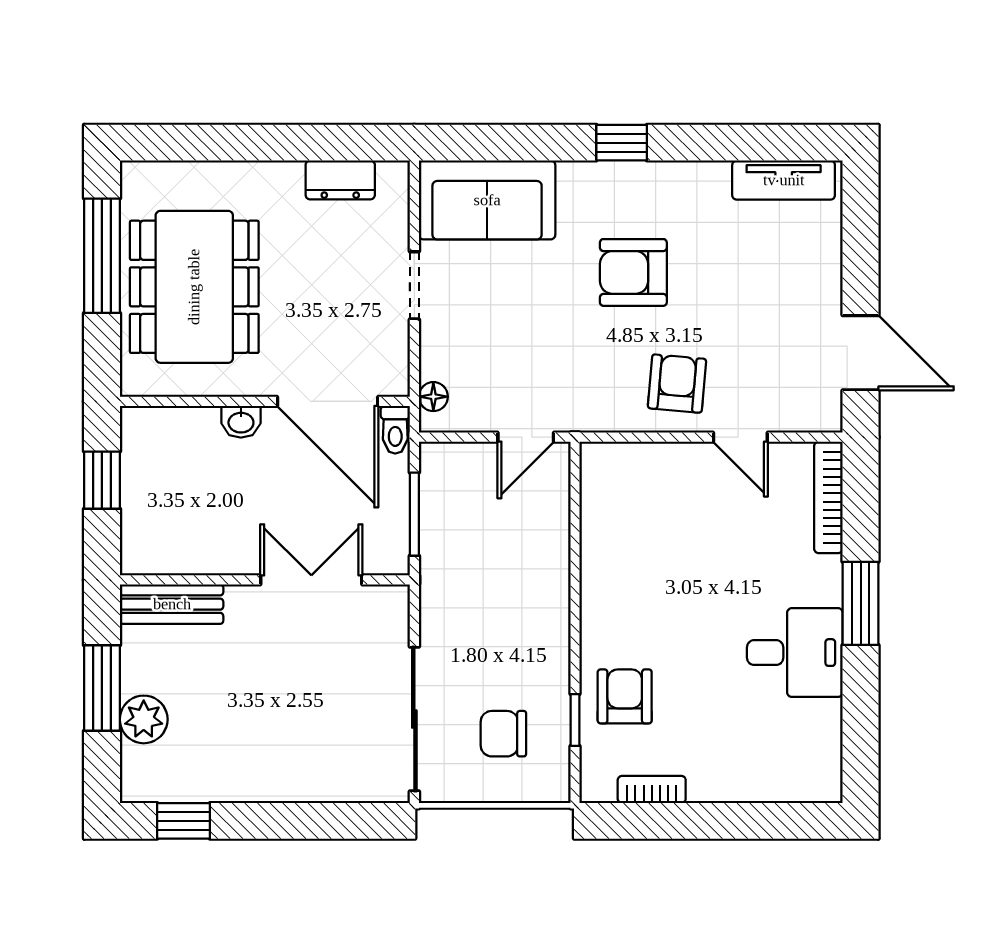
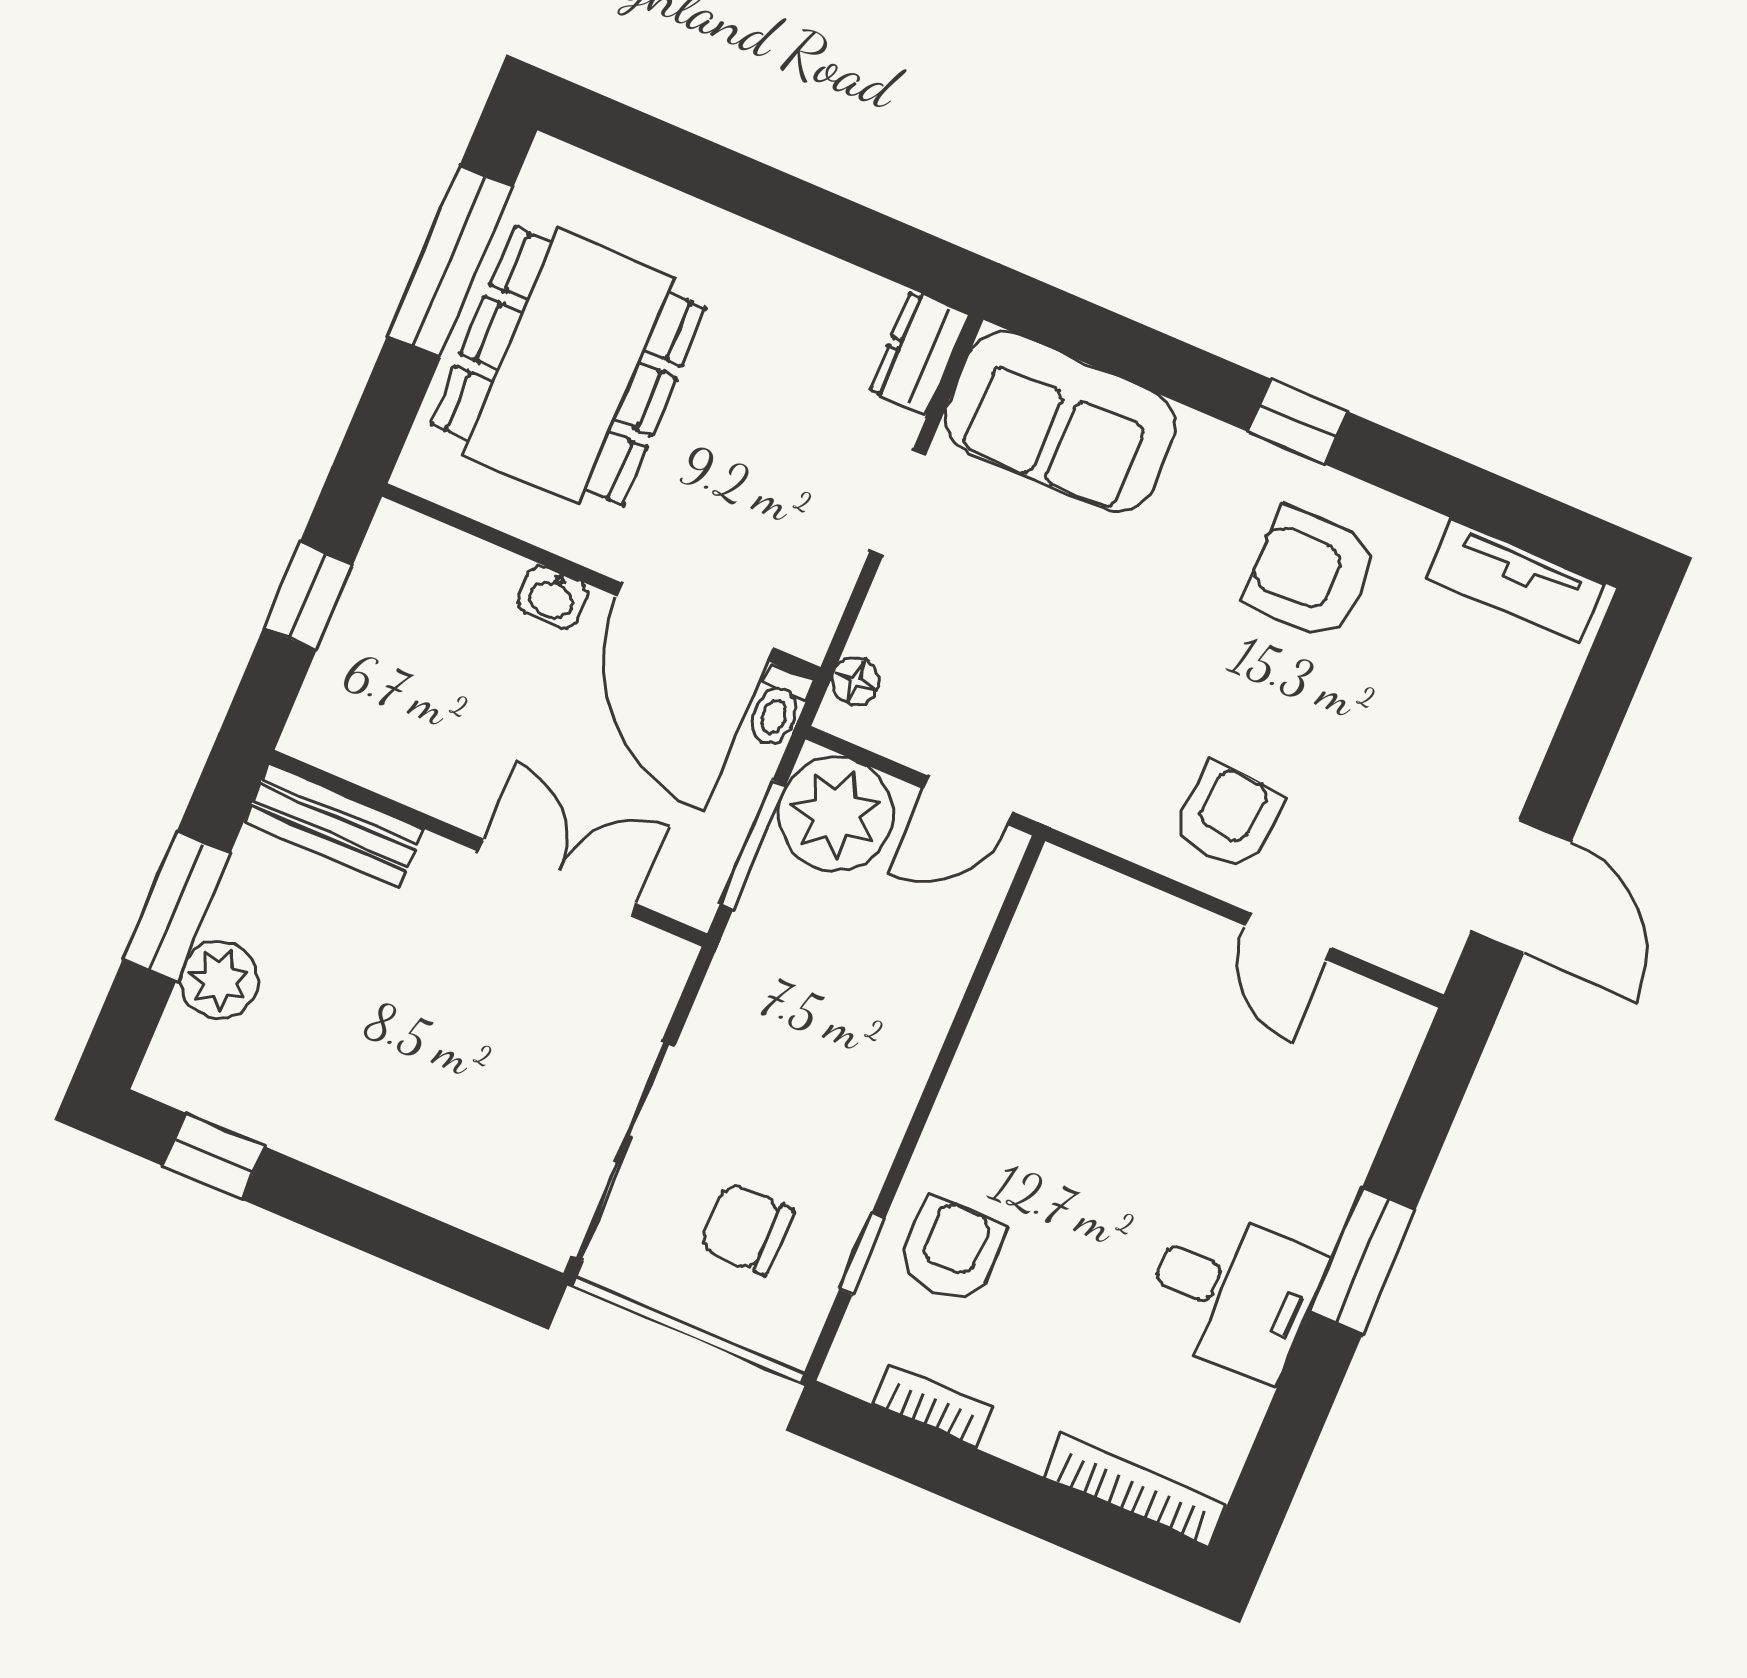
dresser: (340, 180) -> (919, 353), moved, turned 90
armchair: (633, 272) -> (1311, 574), moved
plant: (454, 477) -> (836, 814), added
bookcase: (828, 497) -> (1135, 1491), moved, turned 90

